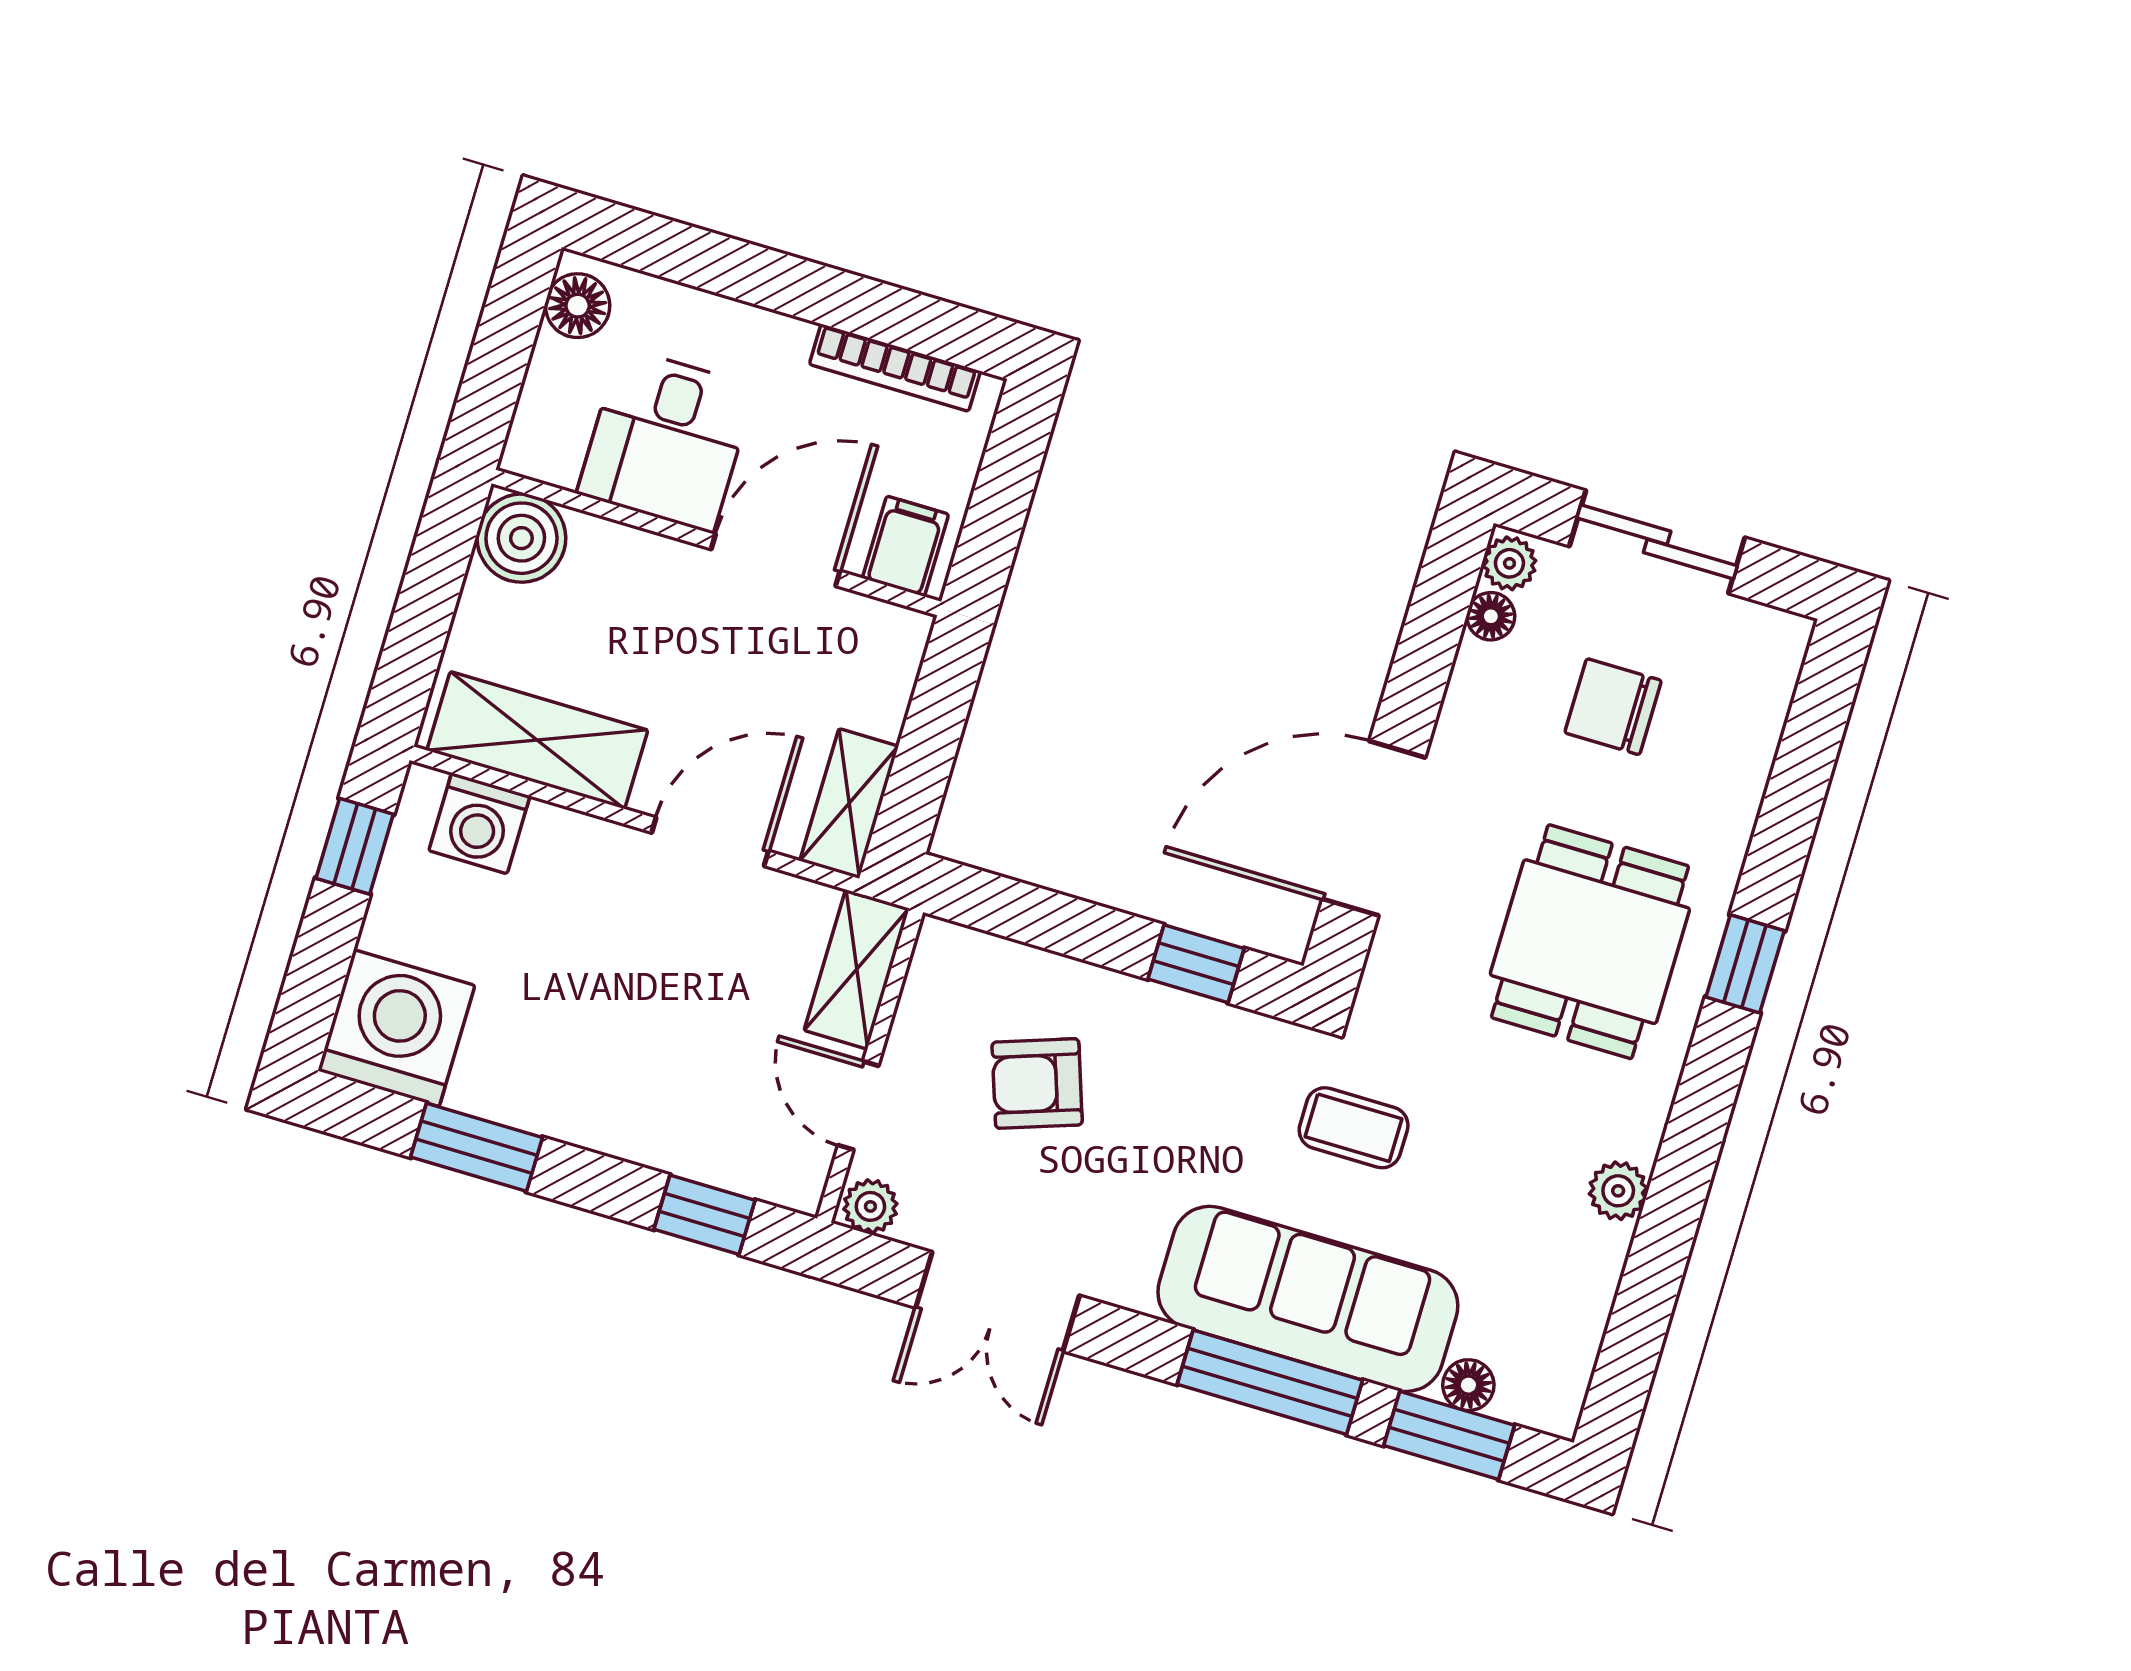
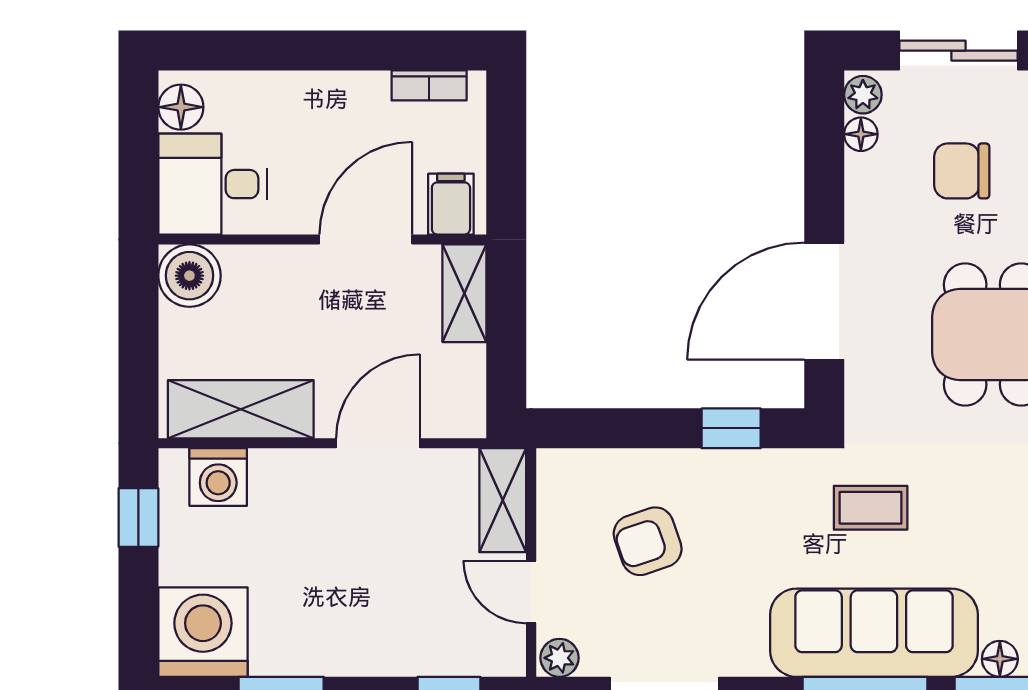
bookcase: (895, 368) -> (429, 85), width x0.64
desk: (666, 440) -> (213, 184), moved, turned 90
shelving: (849, 803) -> (464, 293), moved

